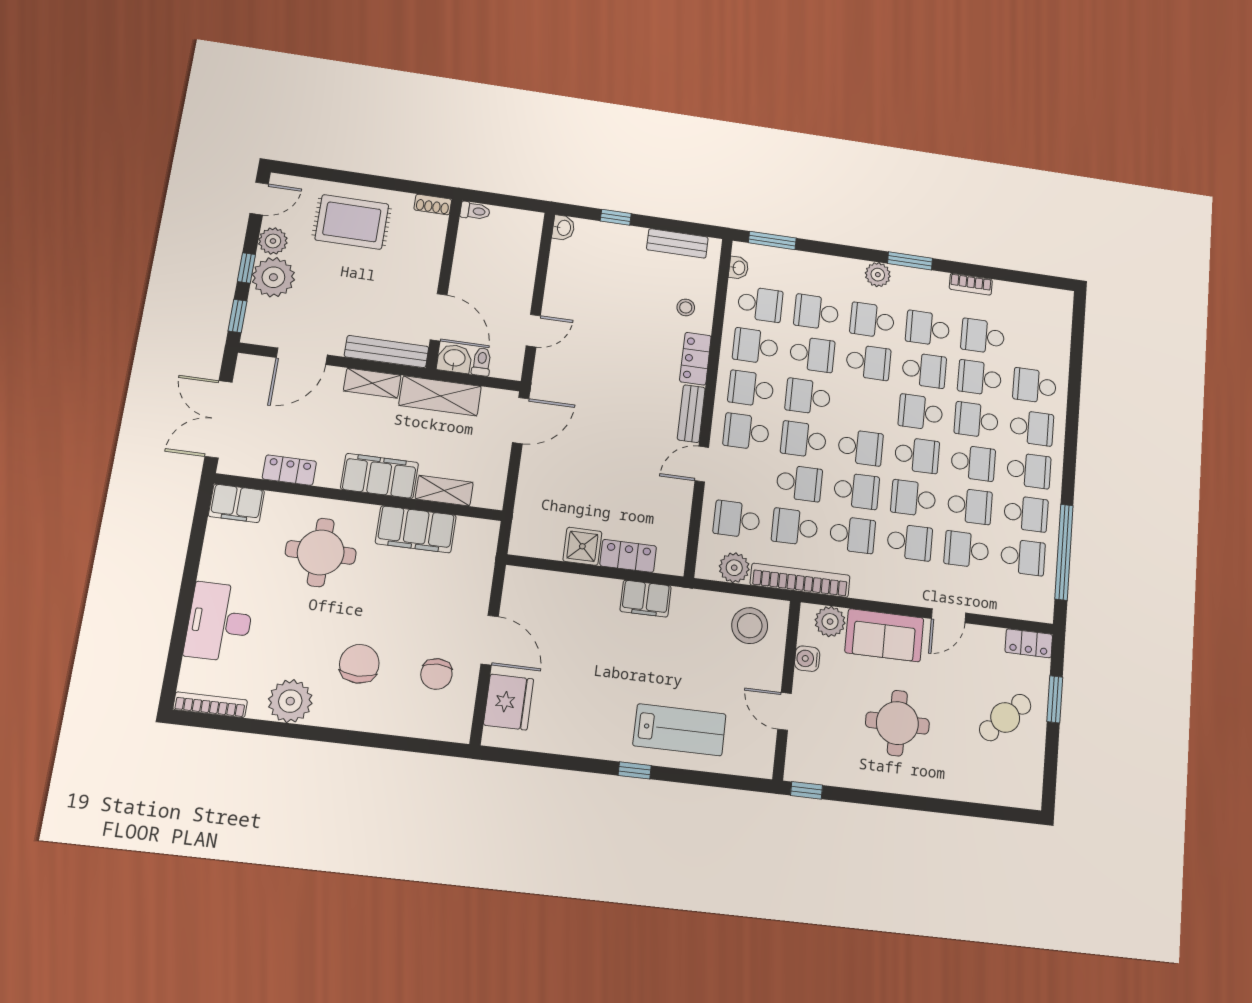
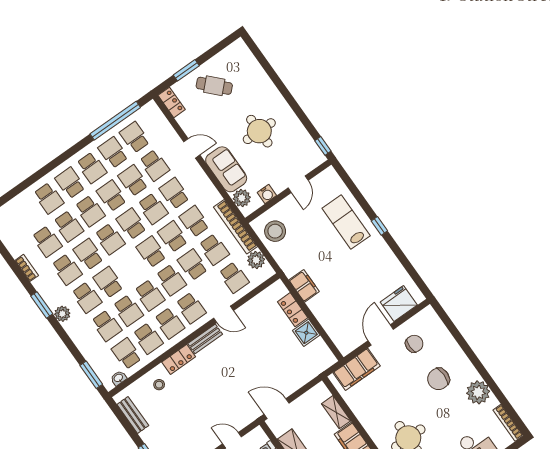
school desk: (812, 354) -> (128, 310), turned 180
school desk: (1029, 470) -> (92, 168), turned 180
filing cabinet: (416, 529) -> (357, 369), moved, turned 90

